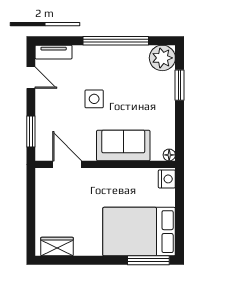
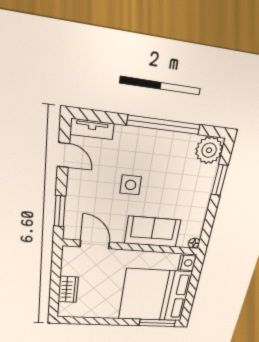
bed: (139, 232) -> (155, 296), width x1.36
wardrobe: (57, 247) -> (68, 289), moved, turned 90

